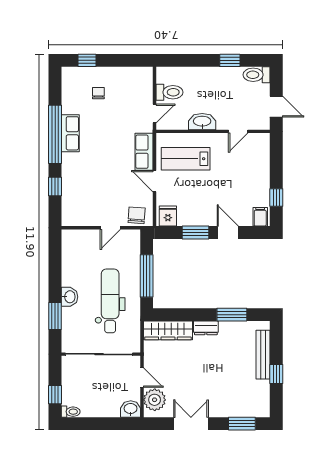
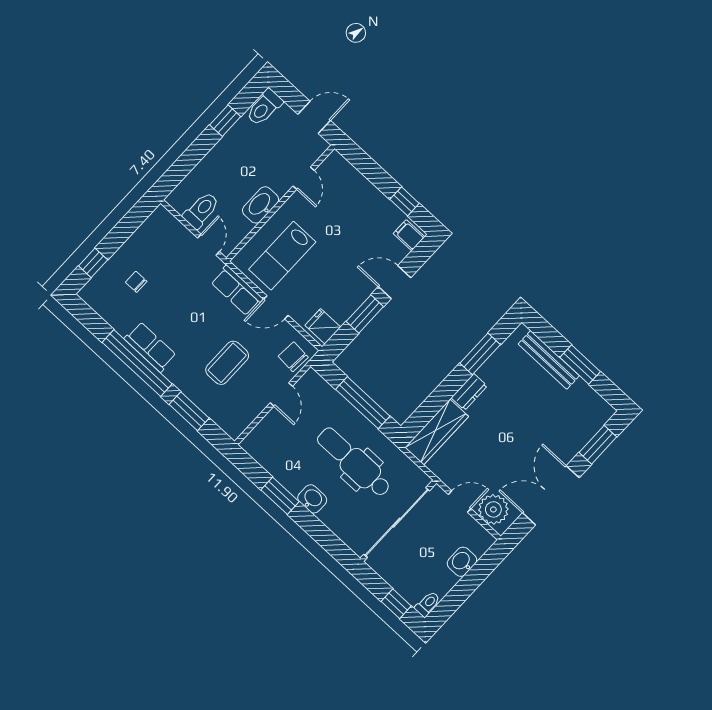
coffee table: (100, 183) -> (227, 363), added
window: (55, 186) -> (189, 411), width x1.50
window: (55, 316) -> (280, 496), moved
window: (276, 374) -> (580, 365), width x1.50
washbasin: (131, 409) -> (462, 562), moved
double door: (191, 424) -> (551, 495), width x1.37

